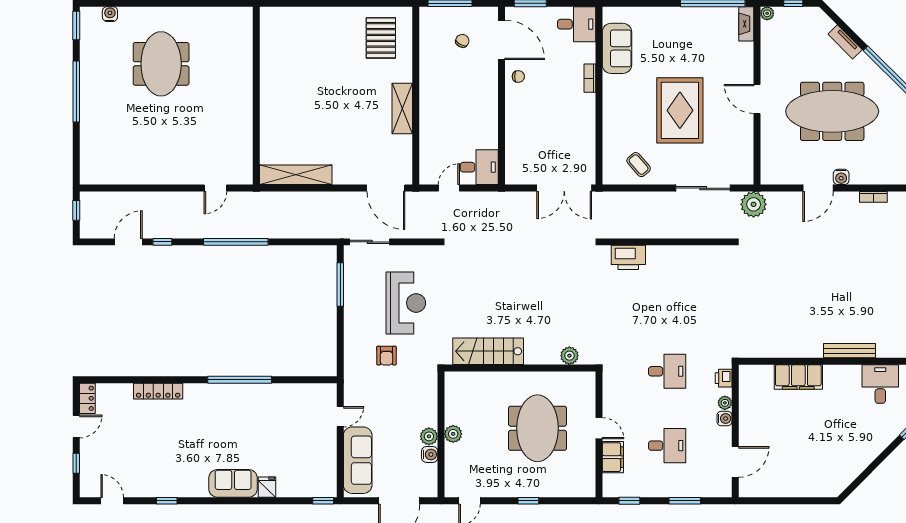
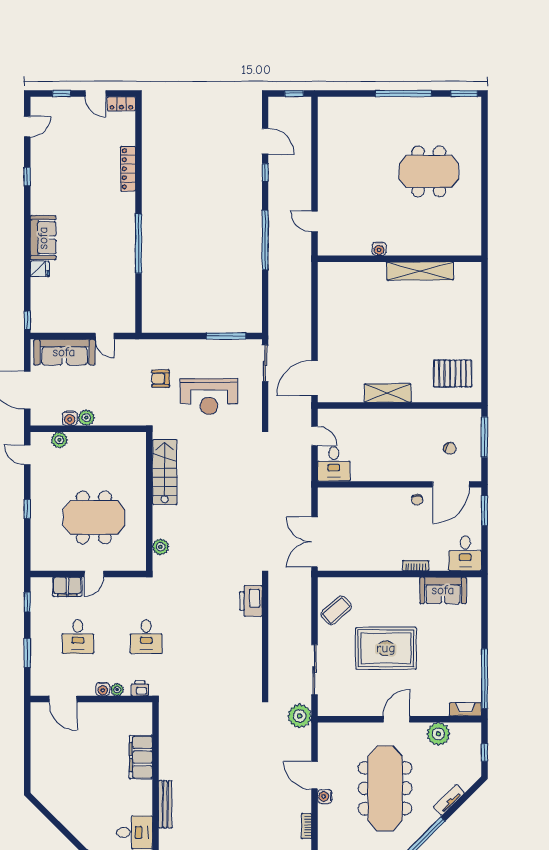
plant: (767, 13) -> (438, 734), moved, width x1.87, depth x1.87
water cooler: (110, 14) -> (379, 249), moved, turned 90
coffee table: (639, 165) -> (336, 610), width x1.36, depth x1.30
shelving: (296, 175) -> (420, 271), moved, turned 90
plant: (453, 434) -> (59, 440), moved

